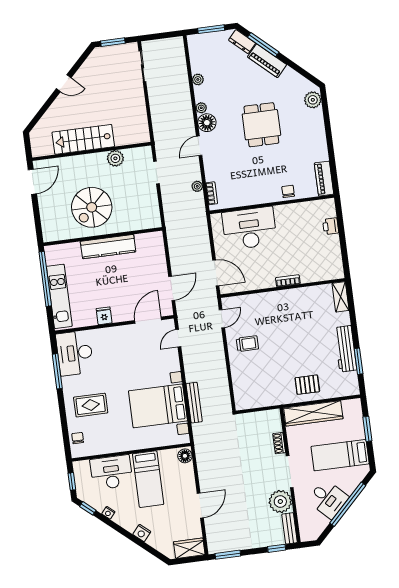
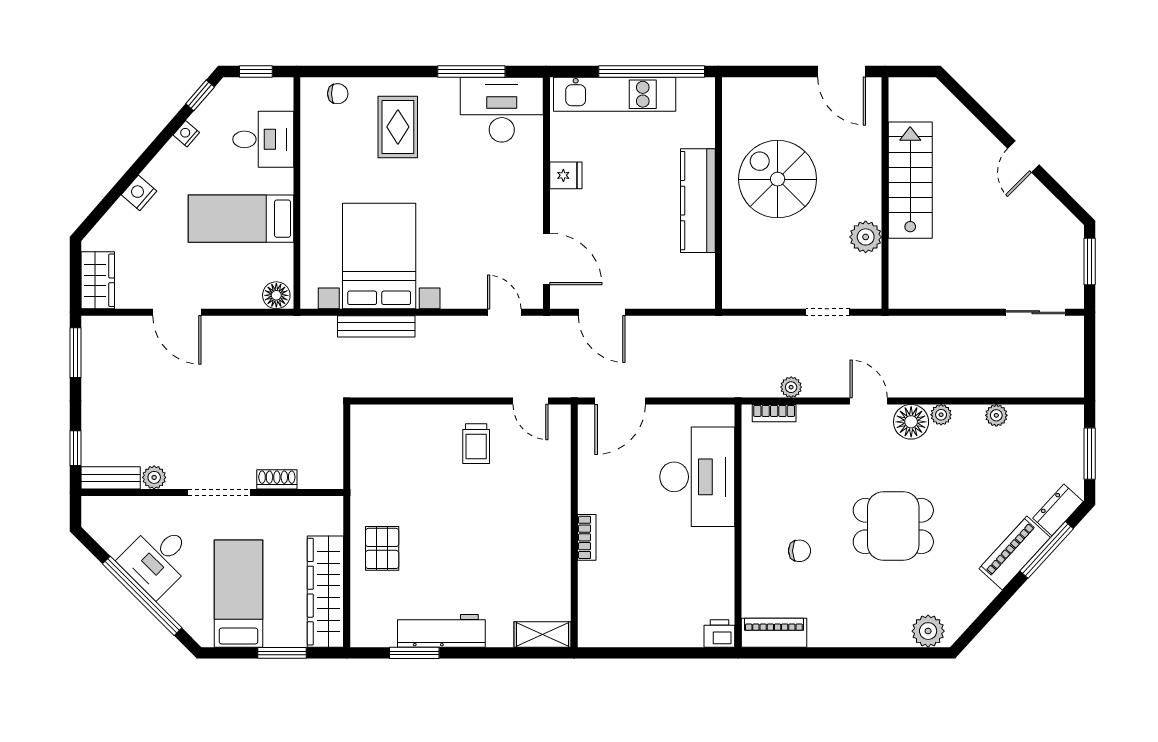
chair: (288, 191) -> (799, 551), moved
printer: (331, 226) -> (719, 633), moved
wardrobe: (313, 413) -> (325, 592), moved
desk: (111, 472) -> (263, 139), width x0.73
plant: (280, 501) -> (154, 477), width x0.53, depth x0.53

